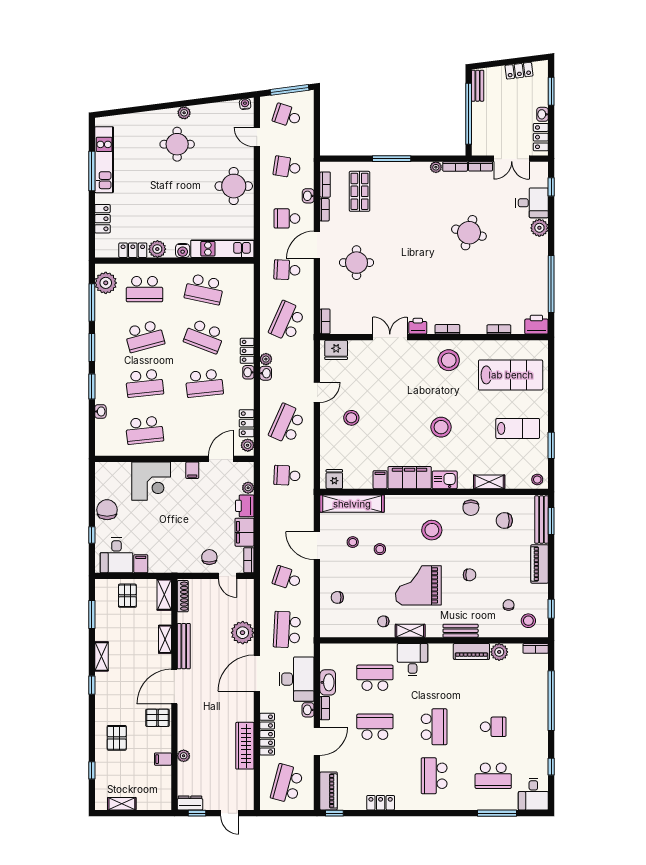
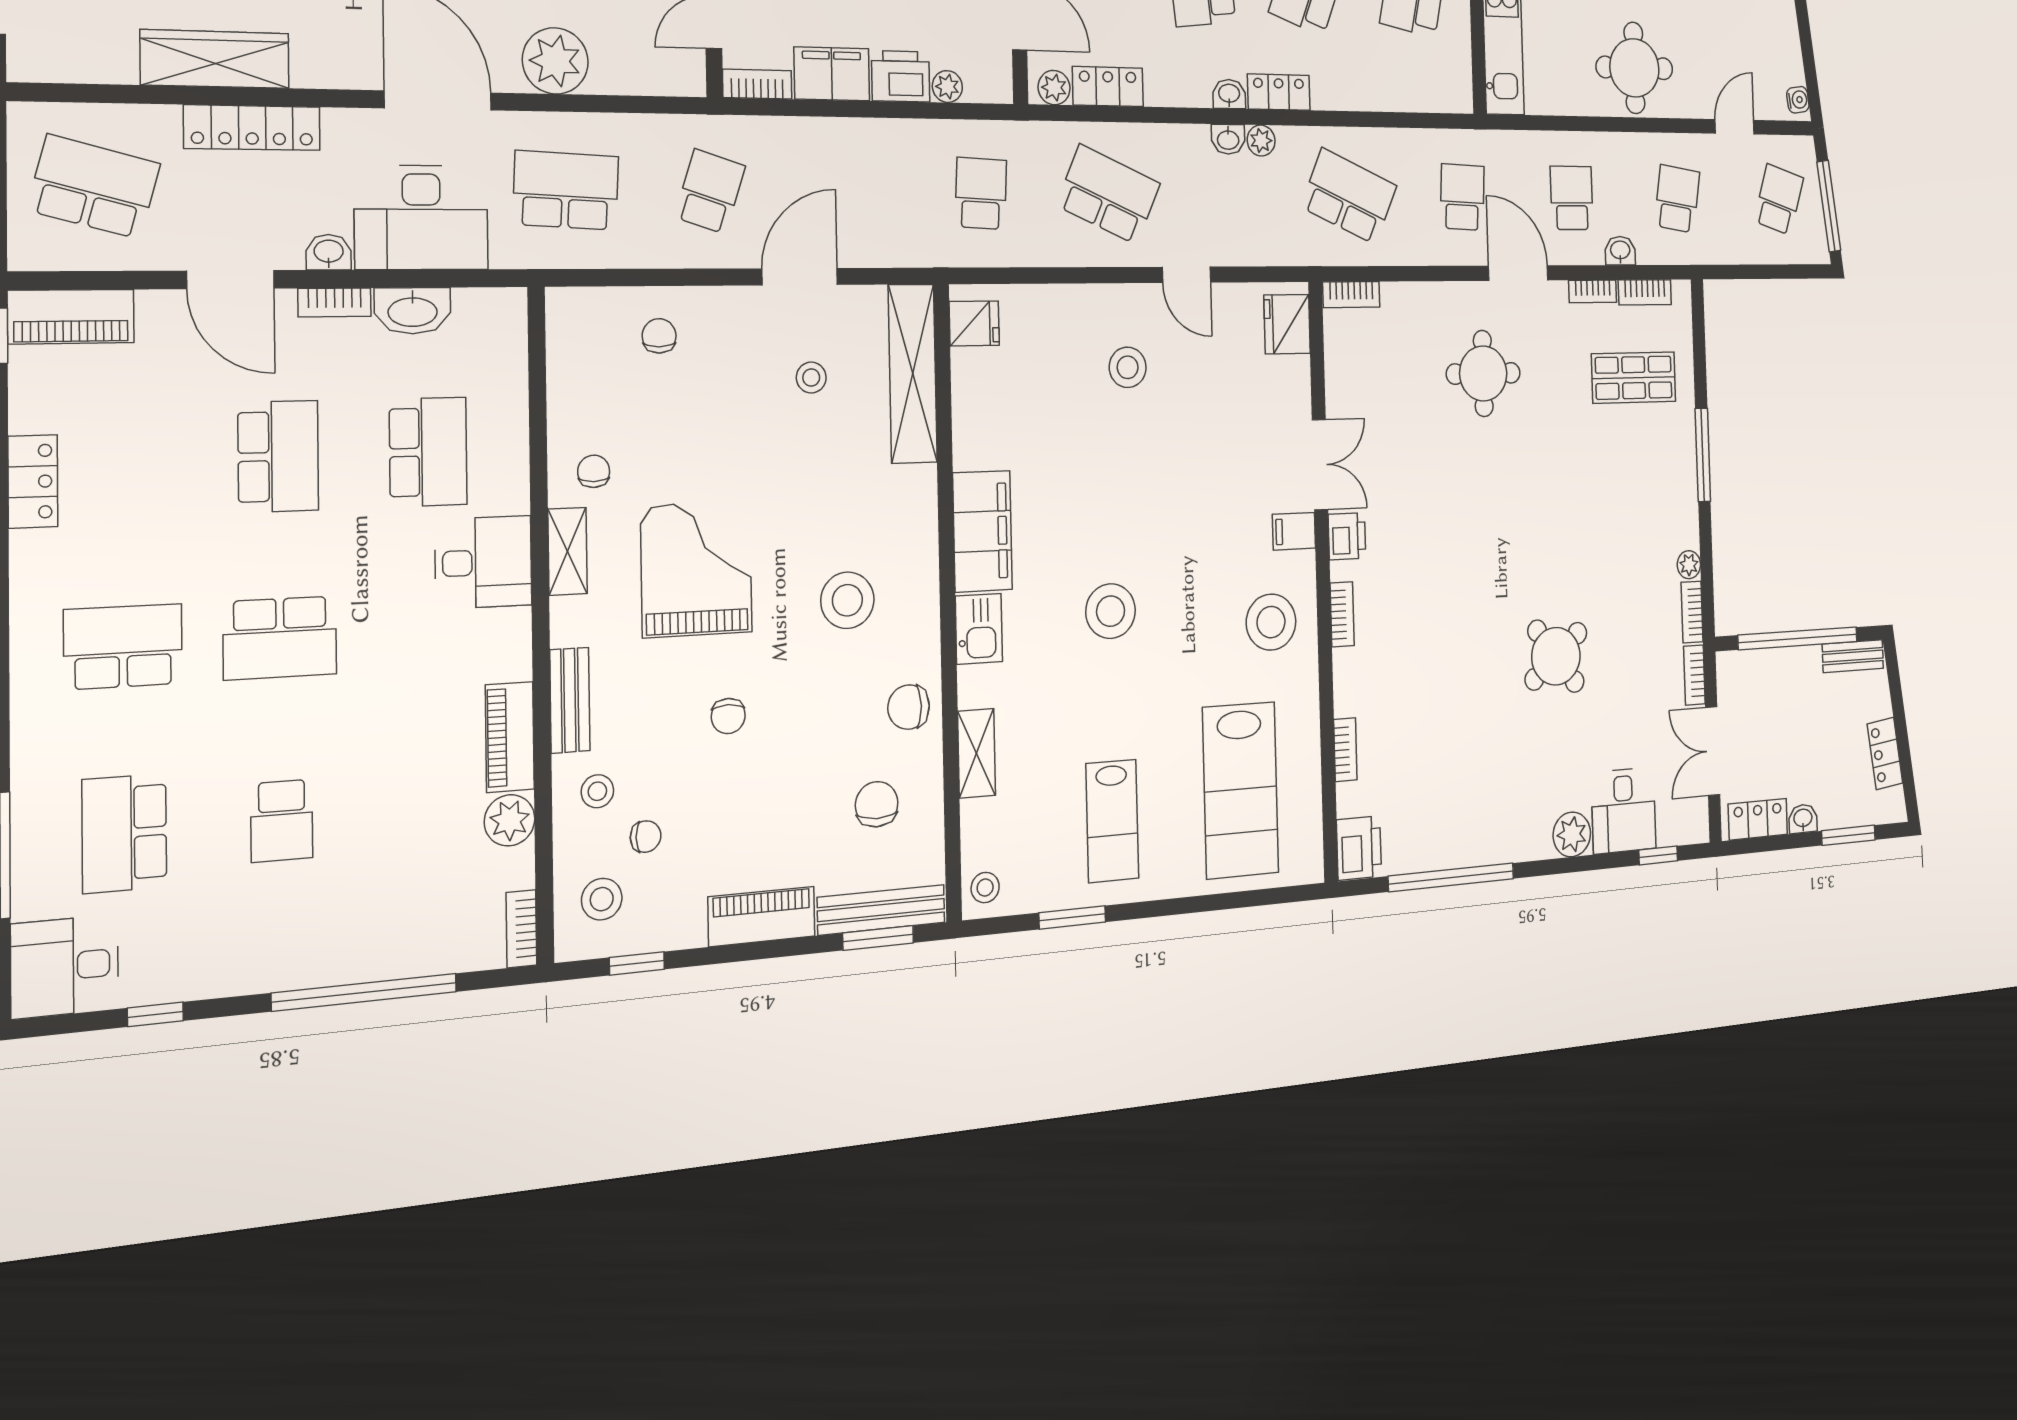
round table: (469, 233) -> (1556, 656), turned 36
filing cabinet: (380, 480) -> (1294, 531), moved, turned 180
stool: (380, 549) -> (597, 791), moved

